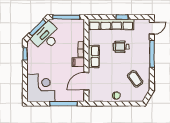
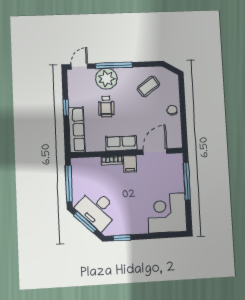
row of seats: (111, 24) -> (77, 130), width x0.73
door: (152, 28) -> (79, 67), hinge flipped
plant: (142, 48) -> (106, 79), added
door: (86, 81) -> (155, 152), swing flipped

